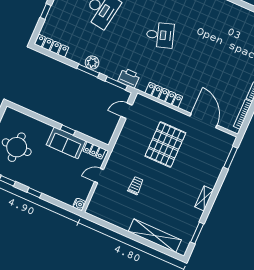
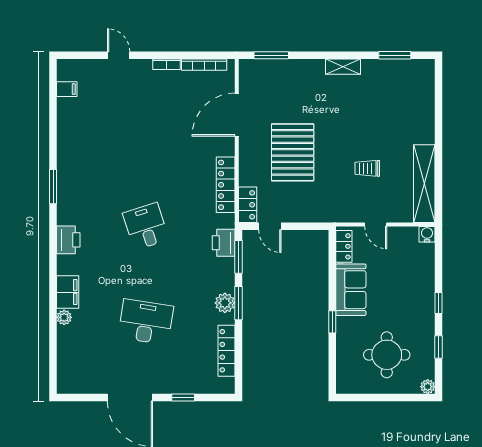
locker: (52, 46) -> (227, 351), moved
locker: (146, 103) -> (248, 205), added
window: (68, 130) -> (332, 322), moved
pallet: (165, 144) -> (293, 152), turned 90
shelving: (155, 236) -> (424, 184), moved

